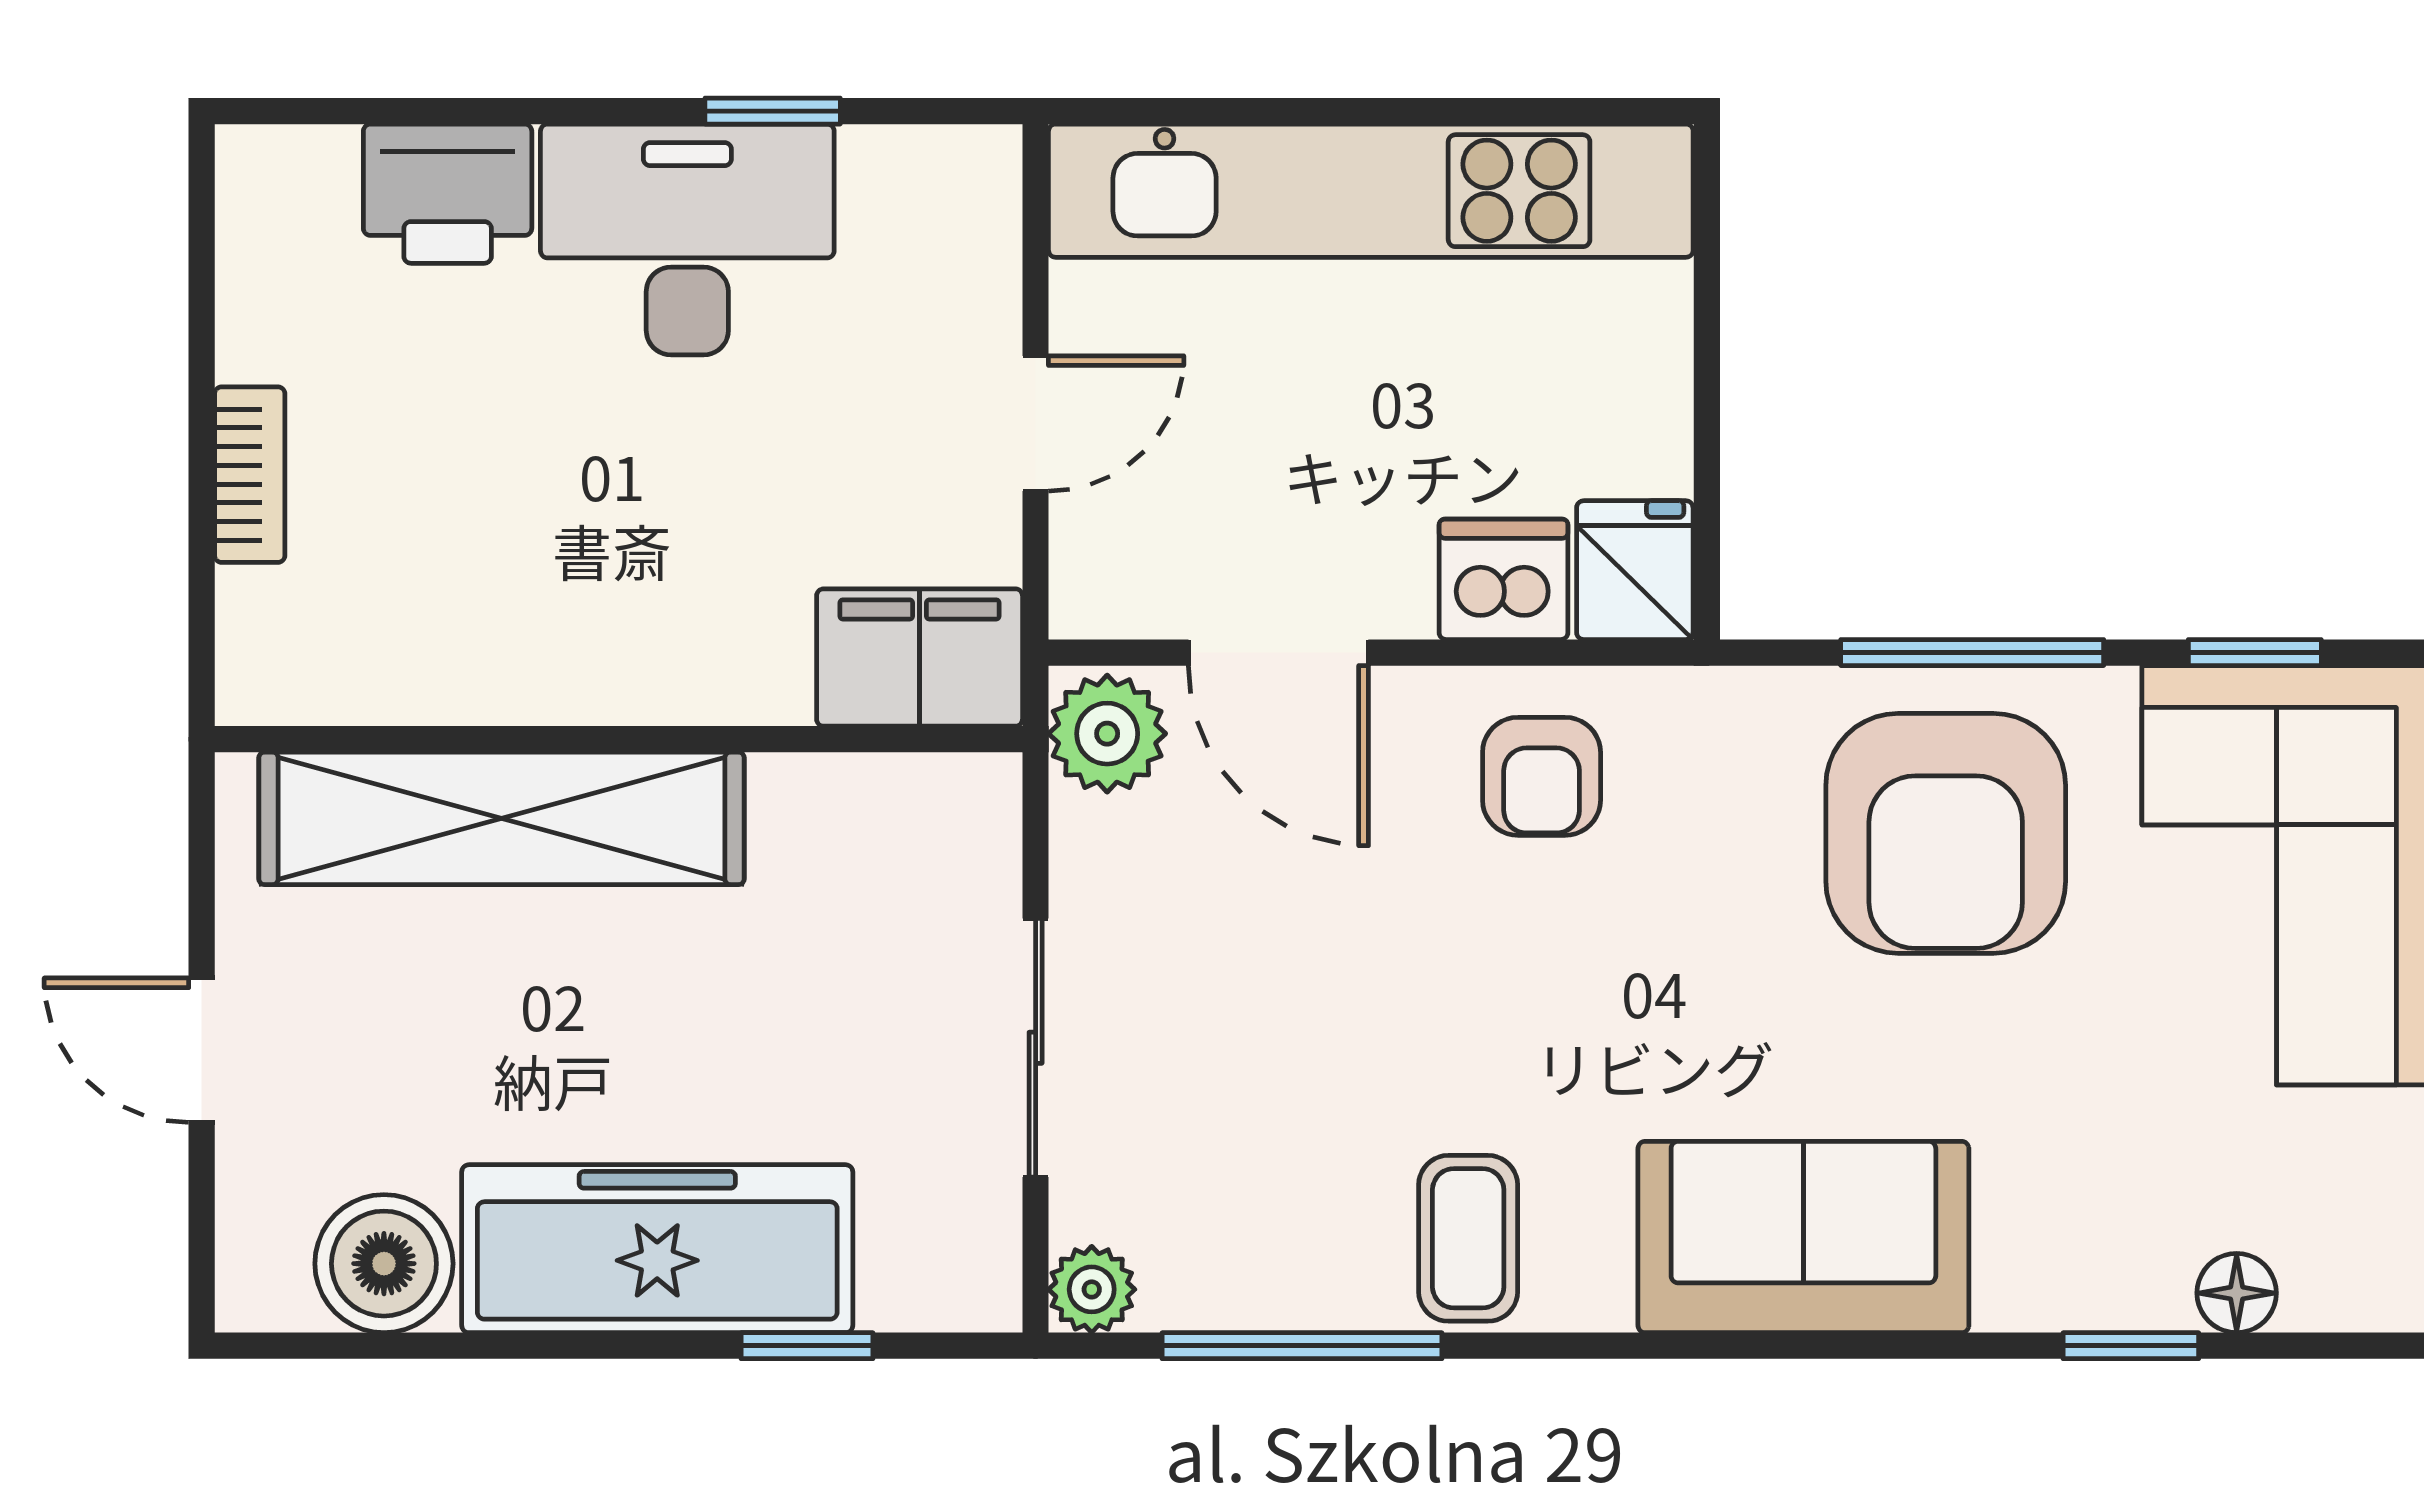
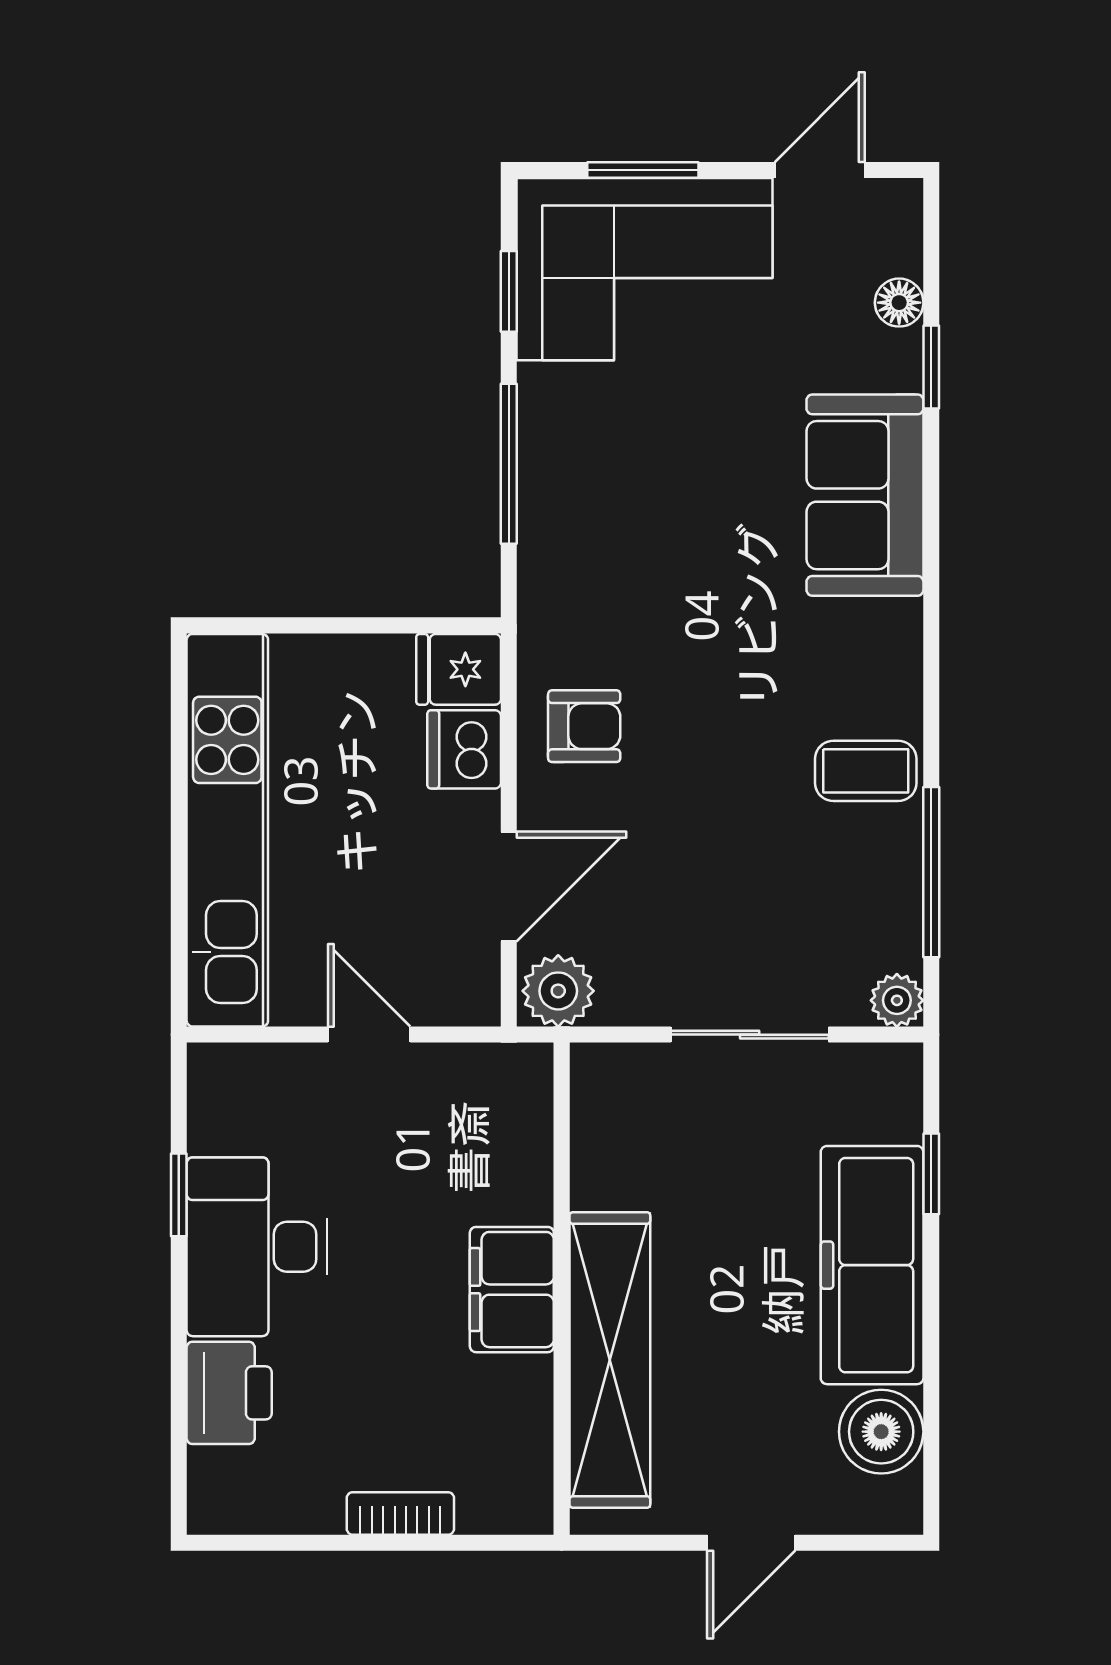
filing cabinet: (920, 658) -> (512, 1290), moved
armchair: (1946, 833) -> (619, 480), removed
sofa: (1803, 1237) -> (865, 495), moved

